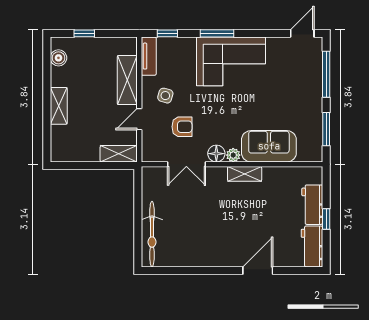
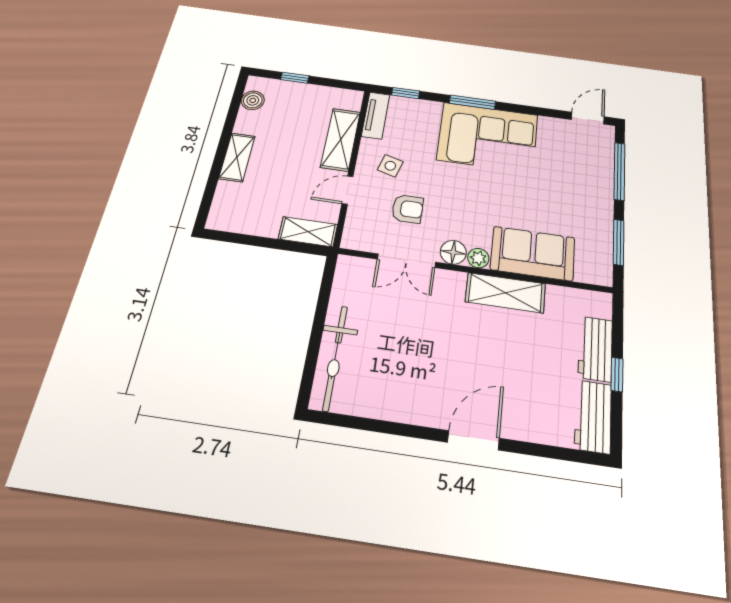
shelving: (245, 174) -> (505, 293), width x1.50, depth x1.33
door: (258, 271) -> (473, 440), moved

